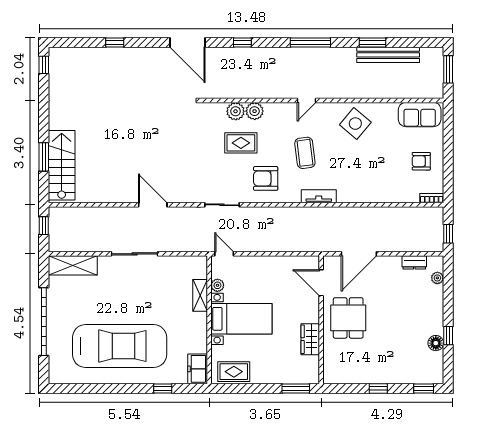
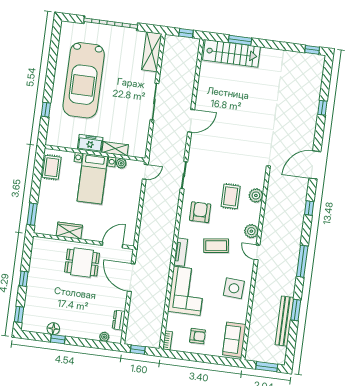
plant: (255, 111) -> (251, 231), moved
side table: (355, 124) -> (234, 288), turned -37
armchair: (421, 161) -> (198, 336), turned 90
corner sofa: (366, 182) -> (187, 291), added
freezer: (198, 369) -> (90, 143), moved

